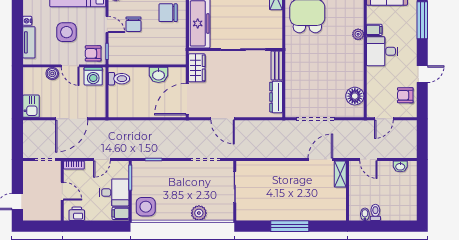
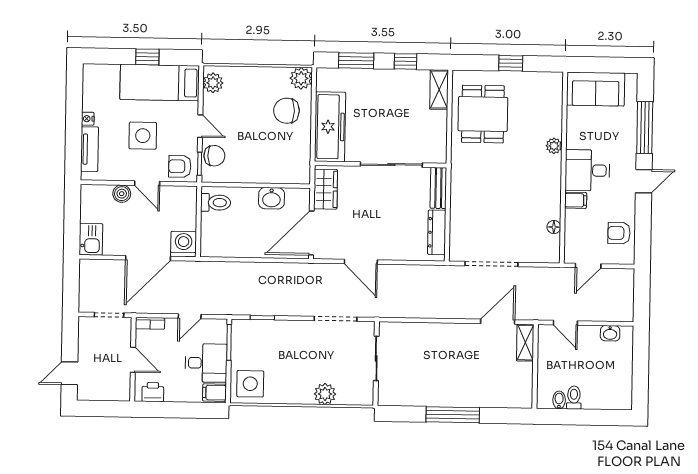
chair: (133, 24) -> (214, 156), moved, turned -92
filing cabinet: (374, 30) -> (576, 200), moved
door: (422, 74) -> (644, 181), moved
washing machine: (93, 76) -> (184, 244), moved, turned 180
floor lamp: (355, 96) -> (554, 227), width x0.53, depth x0.53

